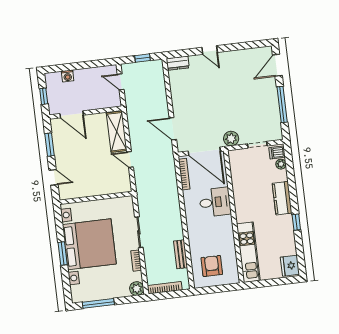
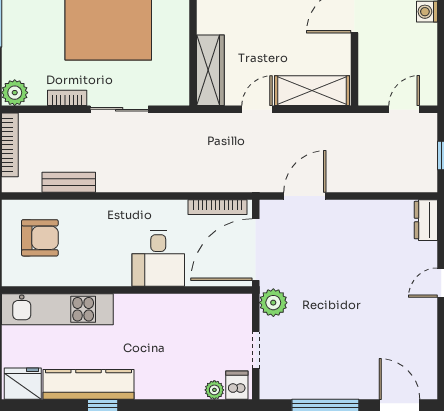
wardrobe: (112, 187) -> (210, 70), added
kitchen counter: (282, 198) -> (88, 384), moved, width x1.50

